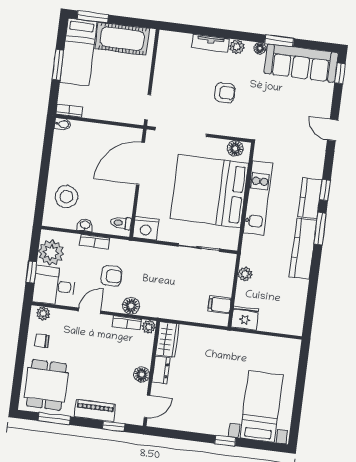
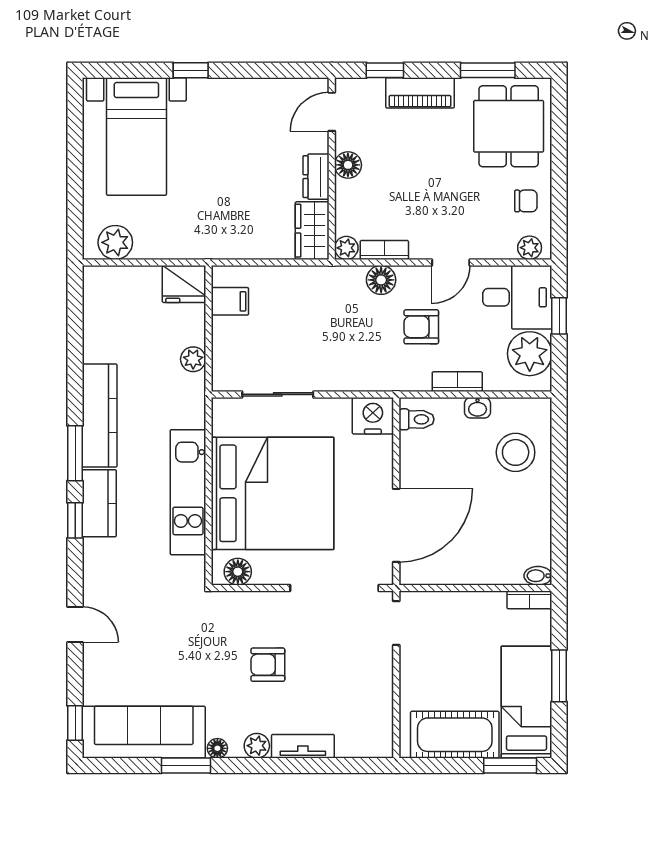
plant: (281, 347) -> (115, 242), added

